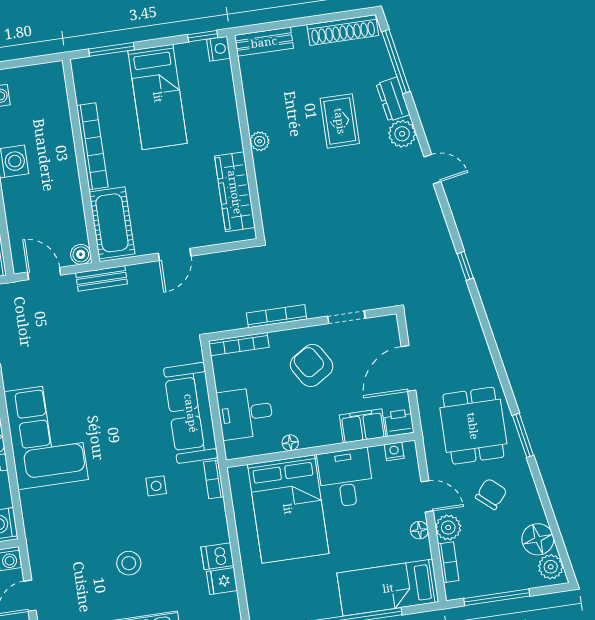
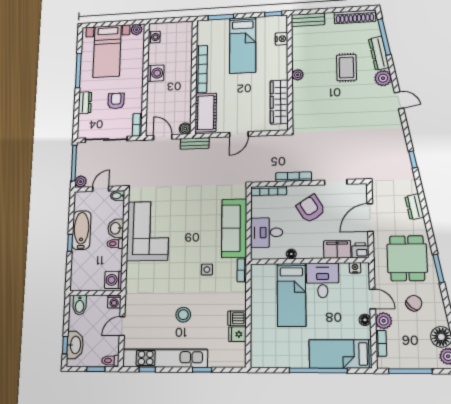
nightstand: (219, 49) -> (281, 39), moved
dresser: (393, 99) -> (379, 53), width x1.44
dresser: (476, 342) -> (414, 207), added
bed: (288, 509) -> (291, 295), width x0.67

